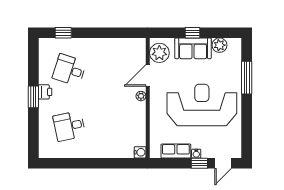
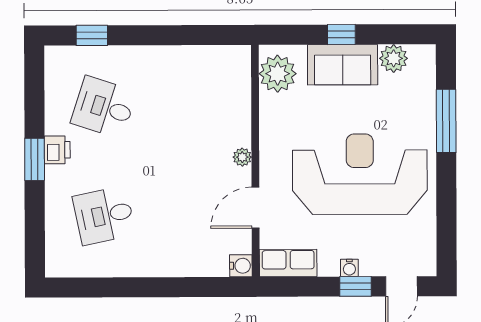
door: (148, 75) -> (256, 208), moved
row of seats: (176, 151) -> (288, 263), moved

